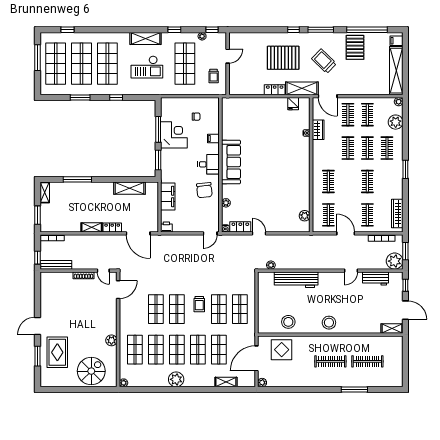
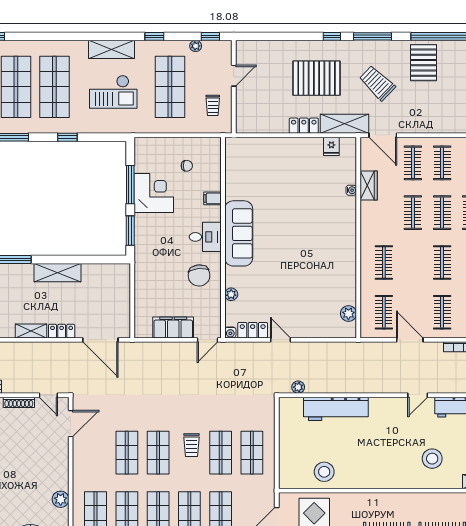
shelving: (129, 188) -> (57, 273), moved
filing cabinet: (168, 196) -> (173, 328), moved, turned -90
printer: (166, 227) -> (142, 330), removed
stool: (329, 323) -> (432, 459), moved

